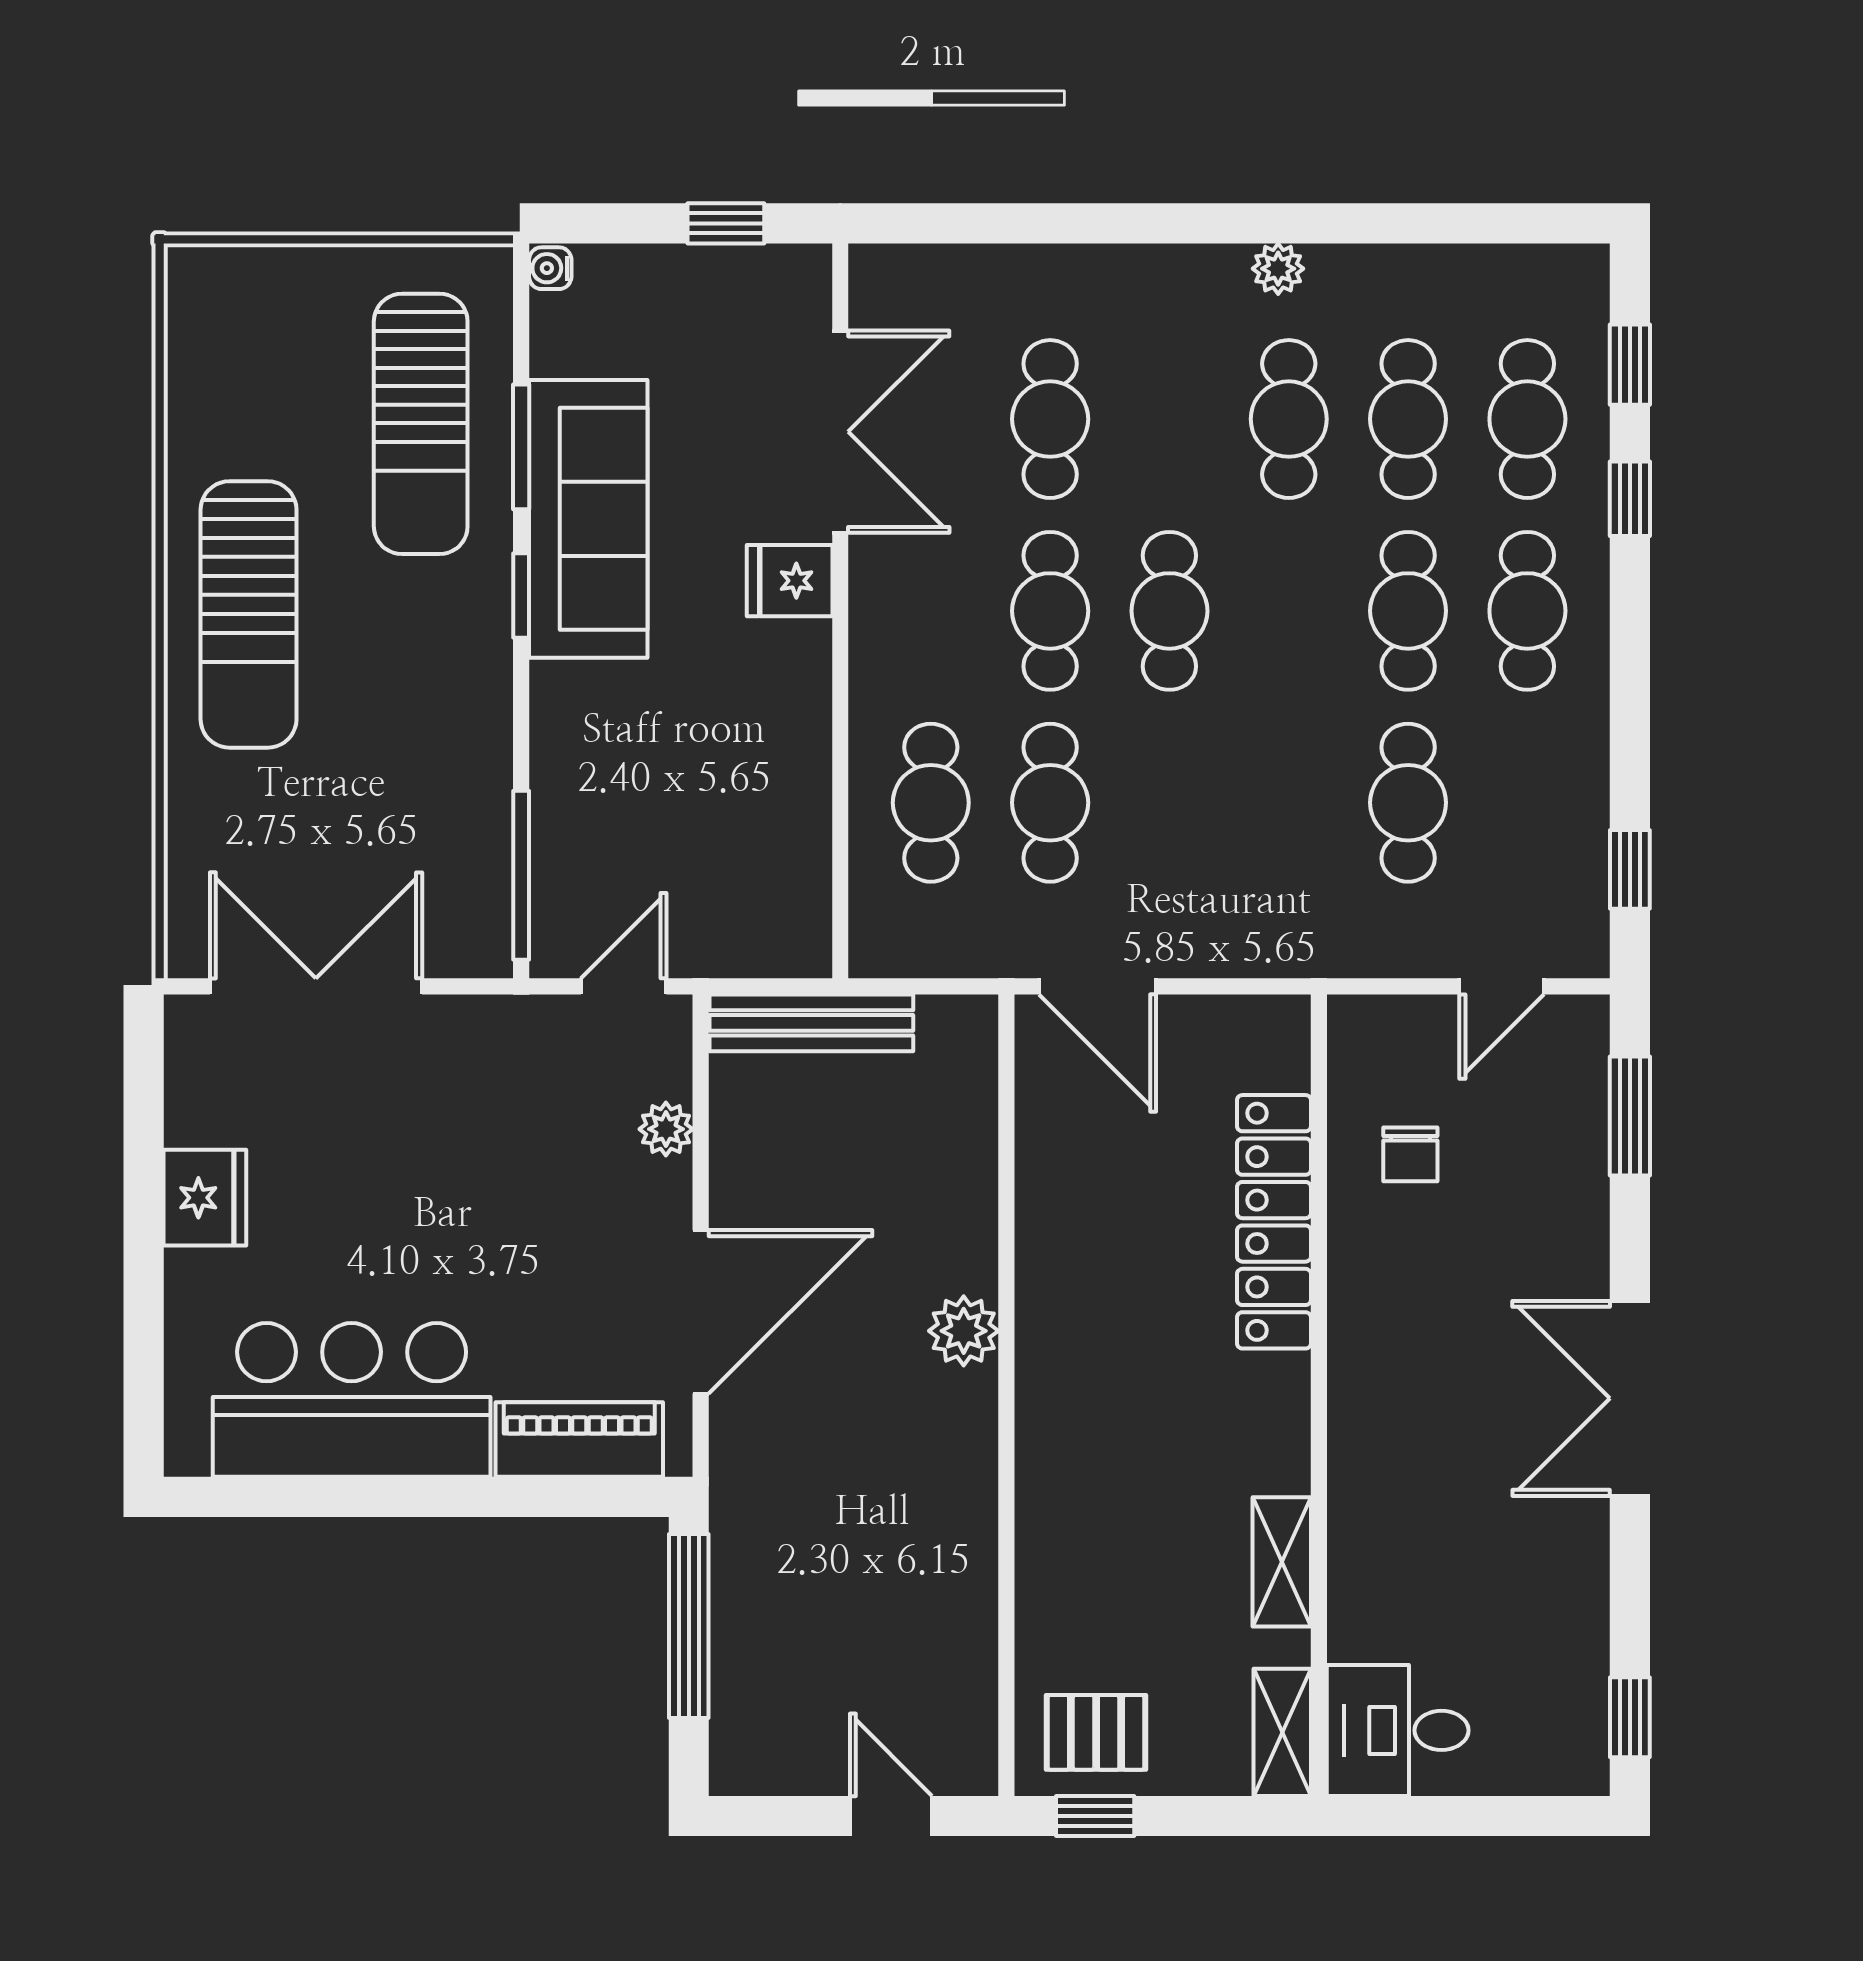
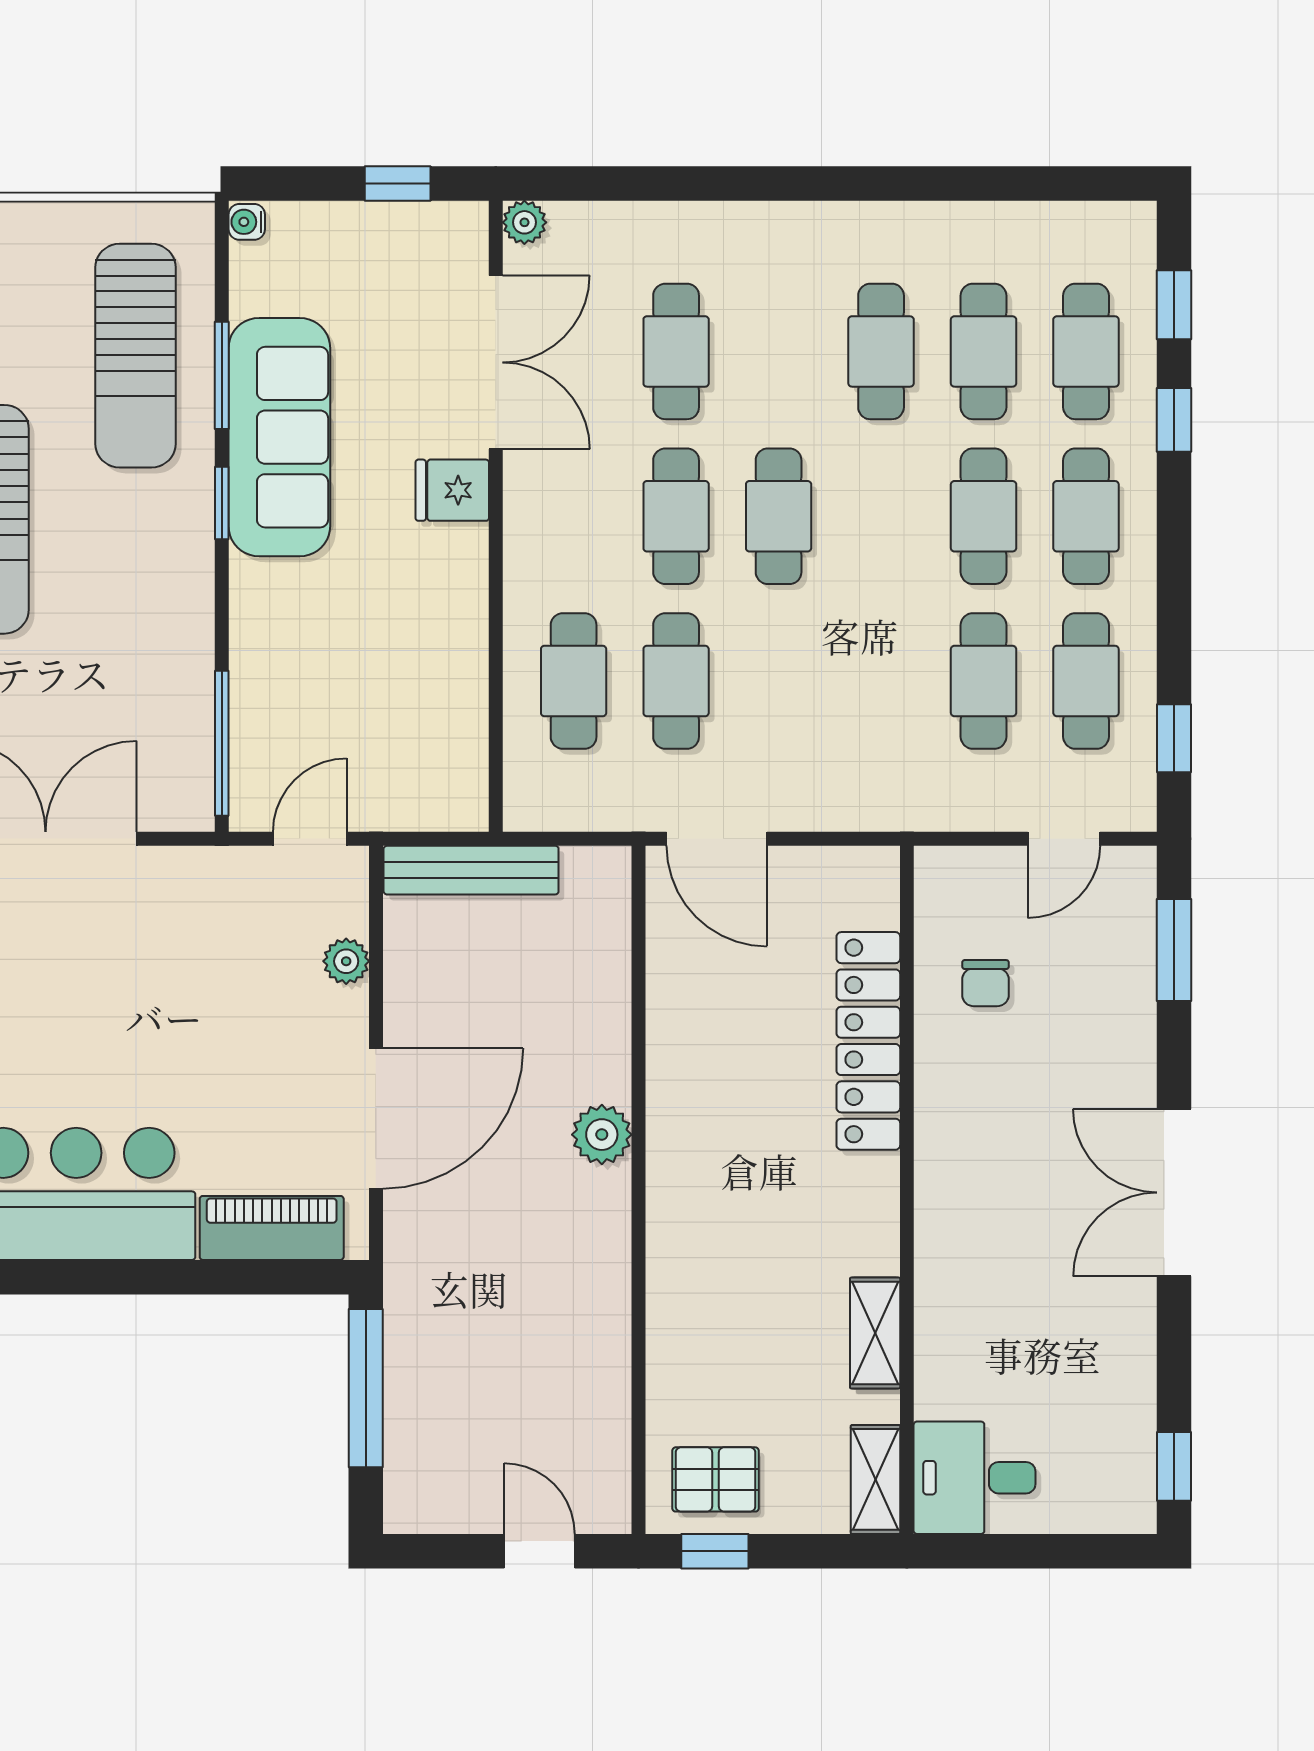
plant: (1278, 269) -> (524, 222), moved
cafe table: (1527, 803) -> (1086, 681), added

